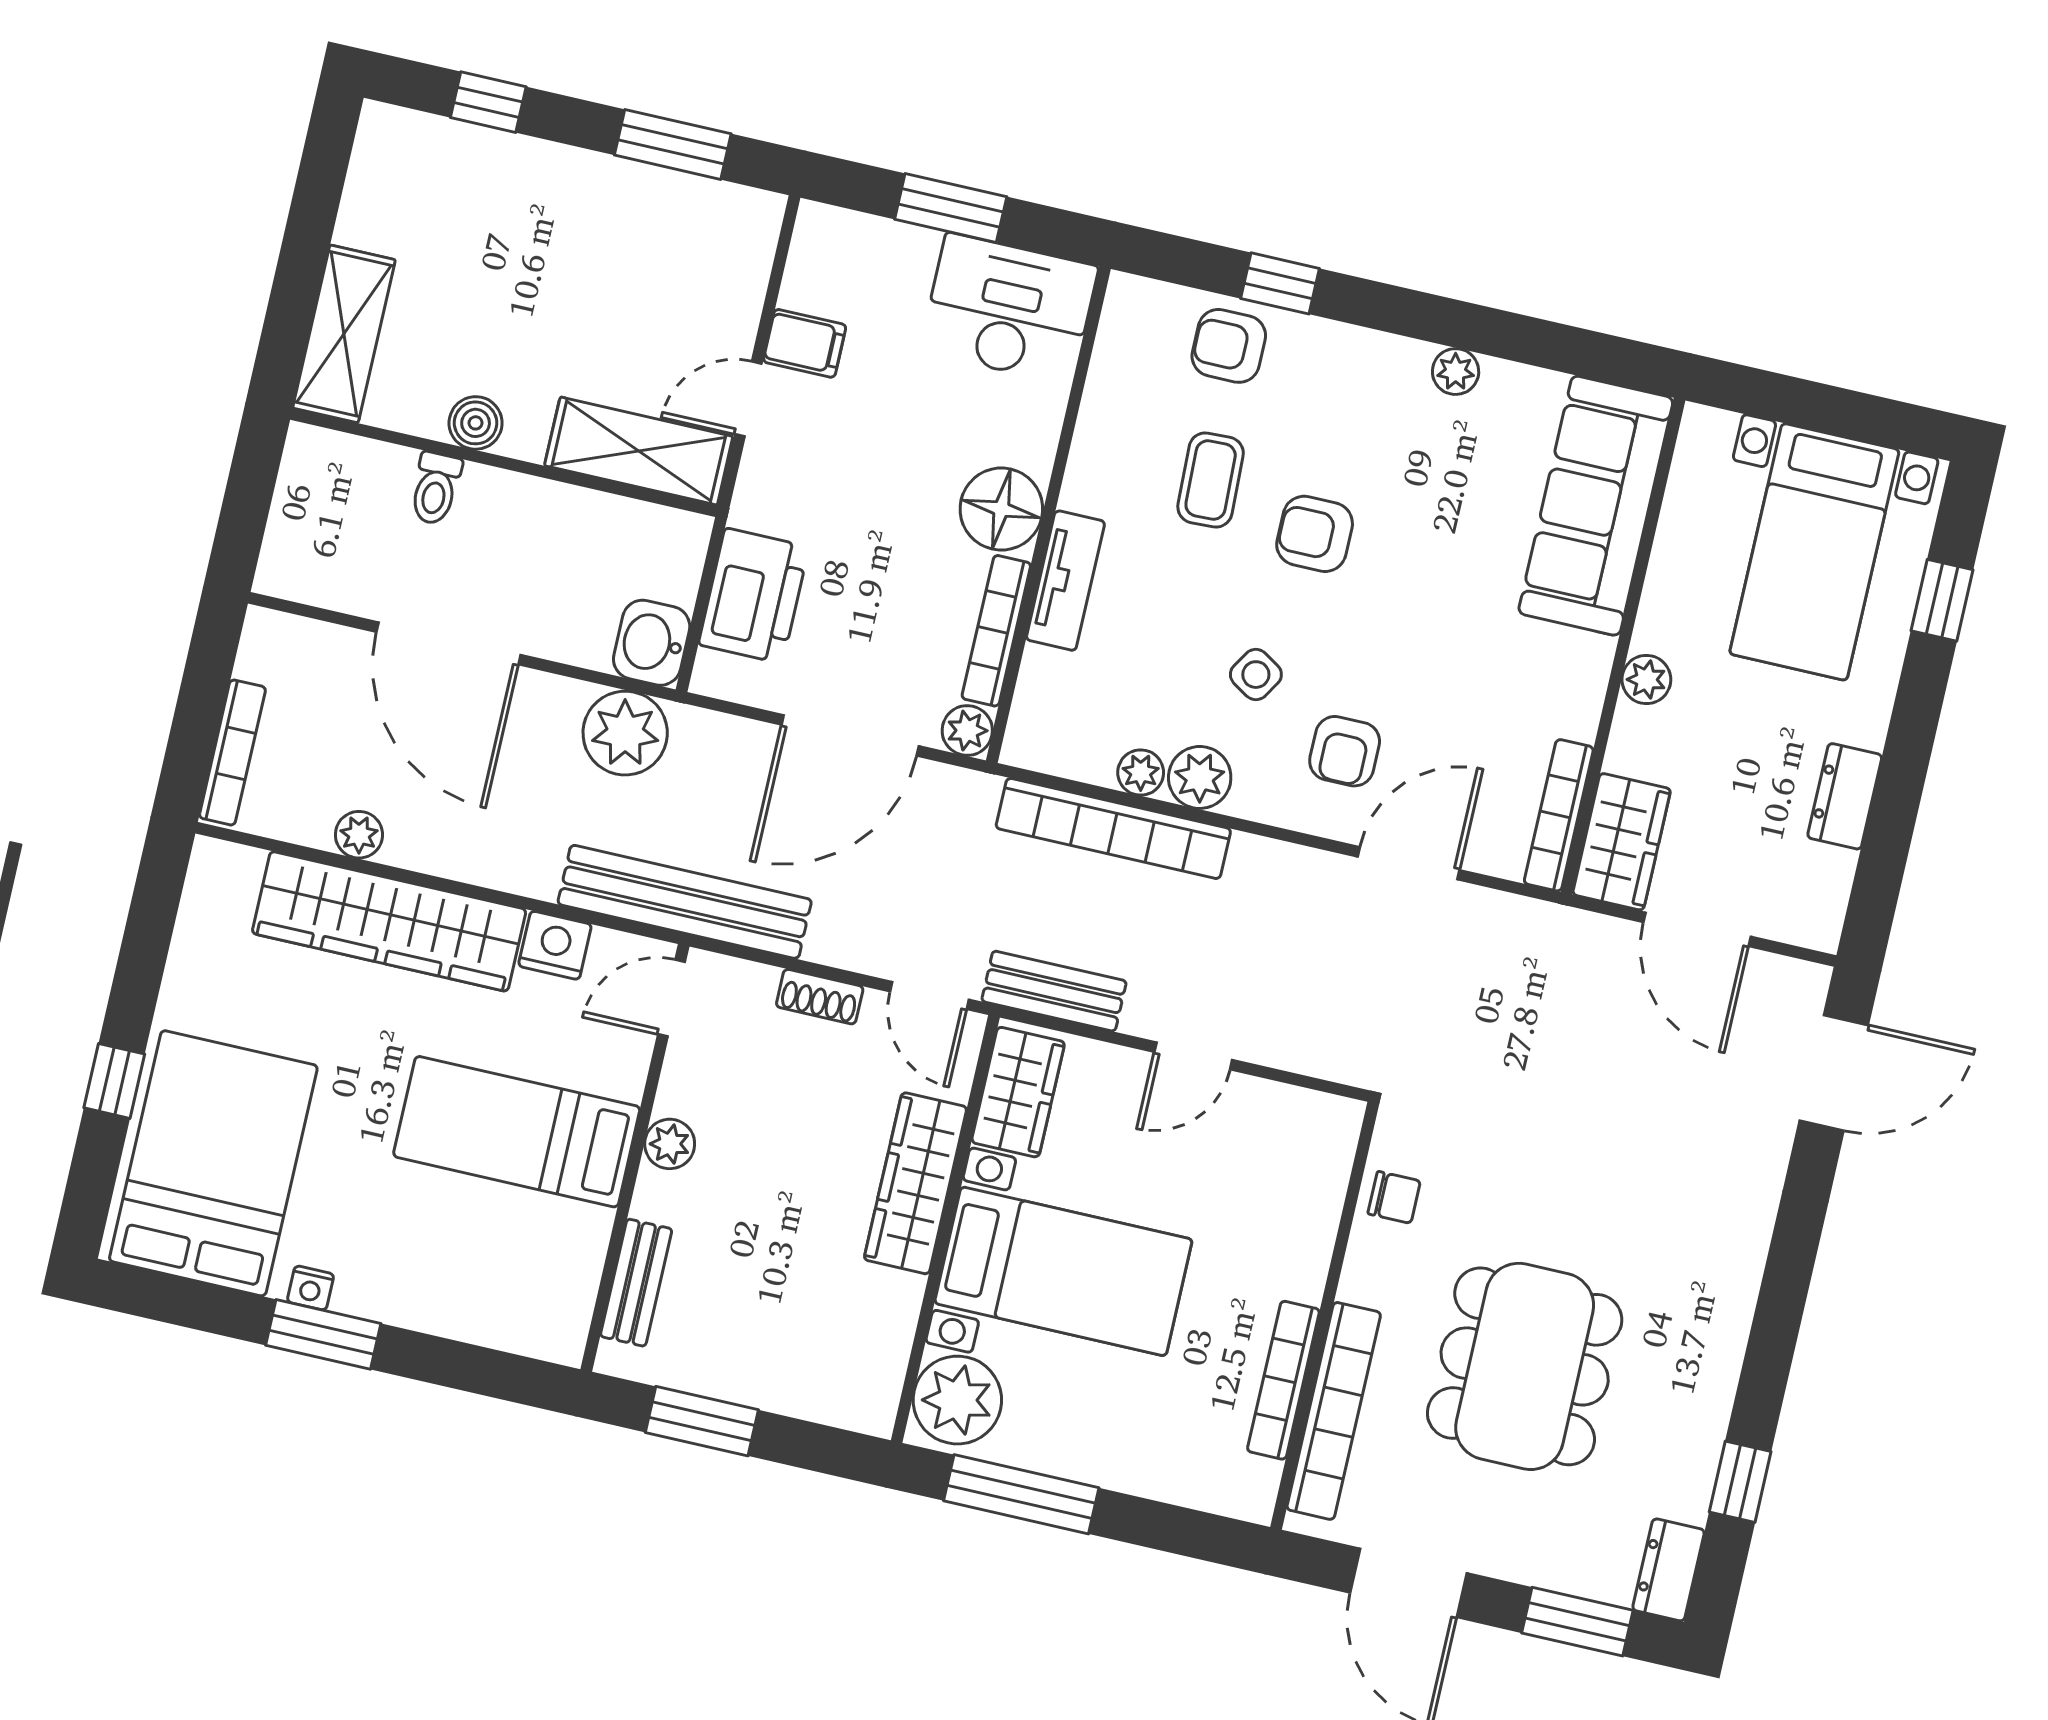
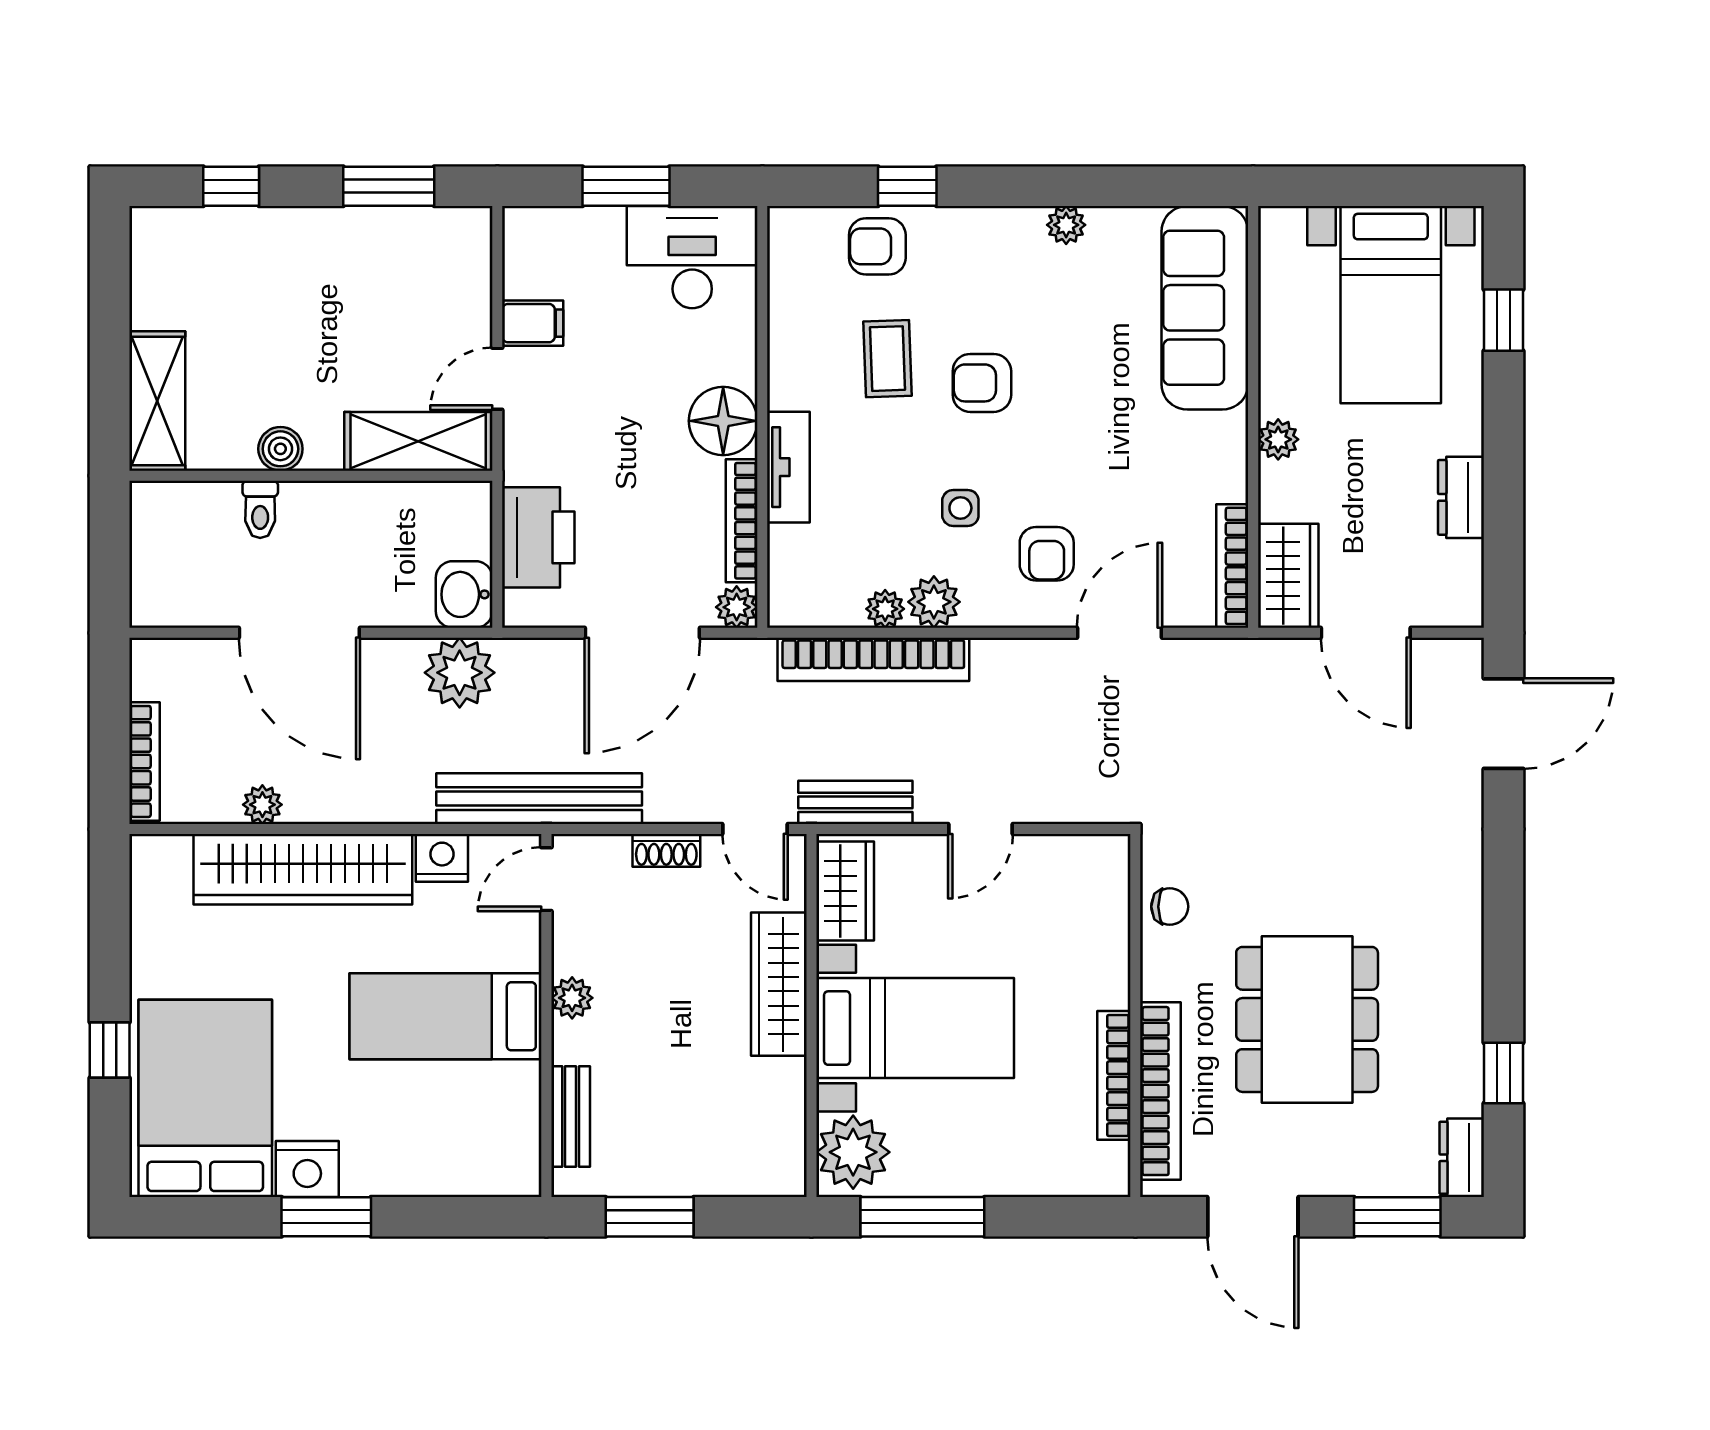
side table: (1256, 675) -> (960, 508), turned -32
nightstand: (310, 1288) -> (307, 1169), width x1.89, depth x1.79

